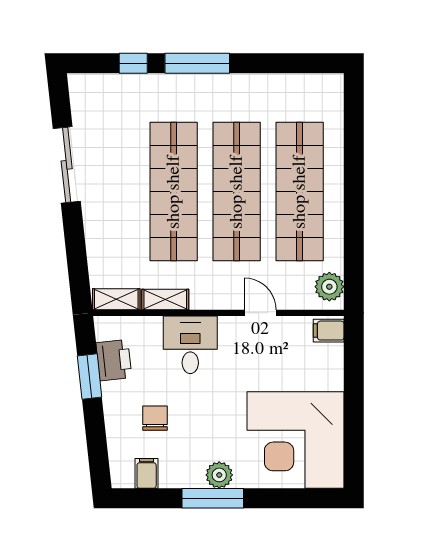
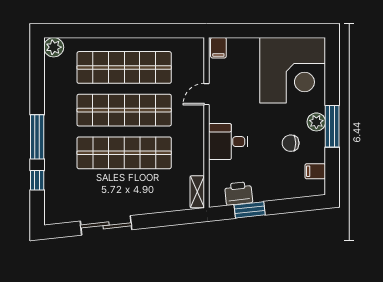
plant: (329, 287) -> (54, 47), moved
shelving: (165, 300) -> (197, 159), removed
chair: (155, 418) -> (291, 143), moved

